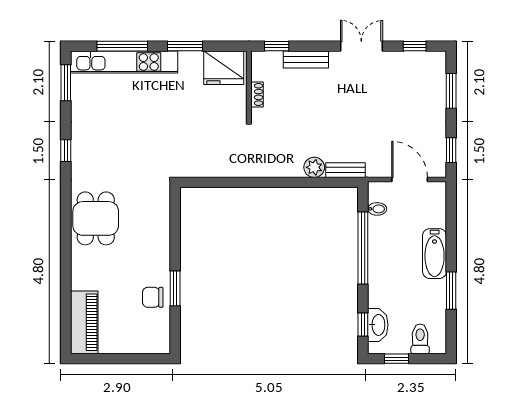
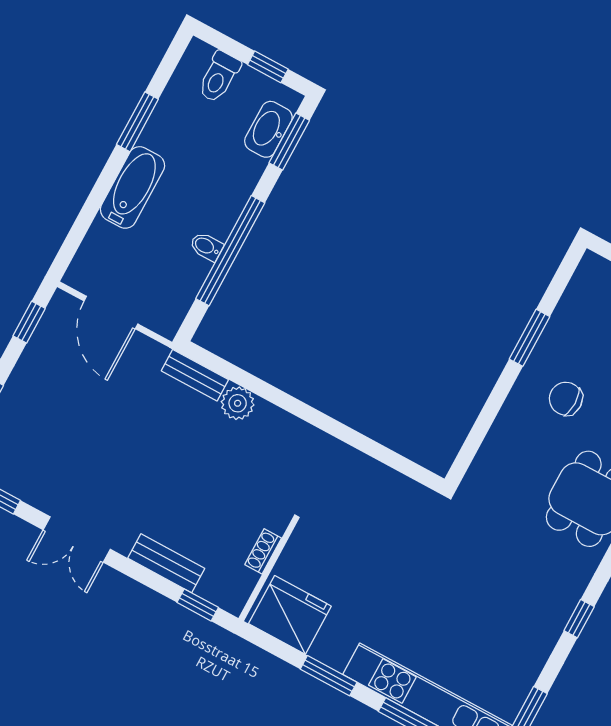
bidet: (377, 209) -> (206, 247), moved
chair: (153, 297) -> (566, 399), moved, turned 180
window: (363, 324) -> (289, 142), width x1.50

